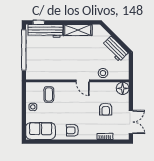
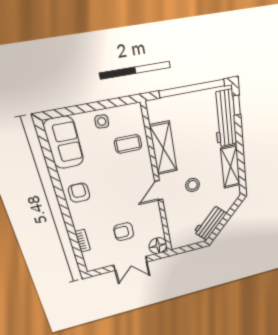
shelving: (56, 73) -> (163, 148), added
stool: (103, 73) -> (193, 185), moved
double door: (131, 122) -> (131, 263), moved

